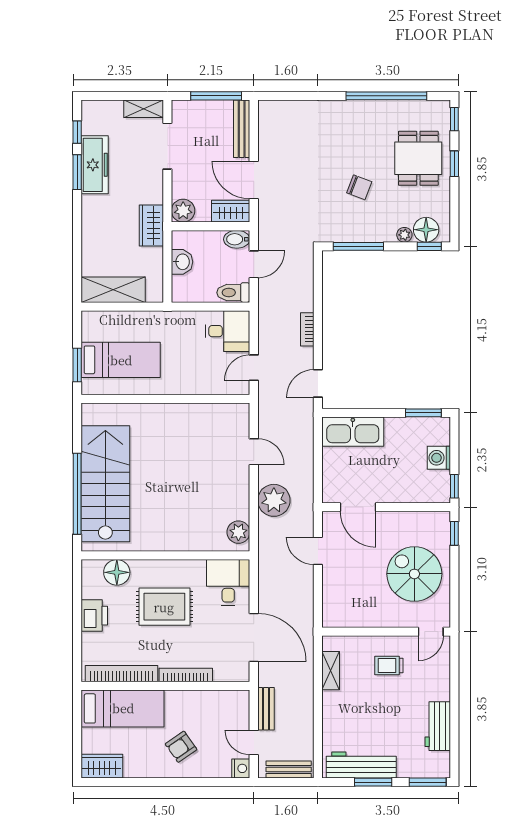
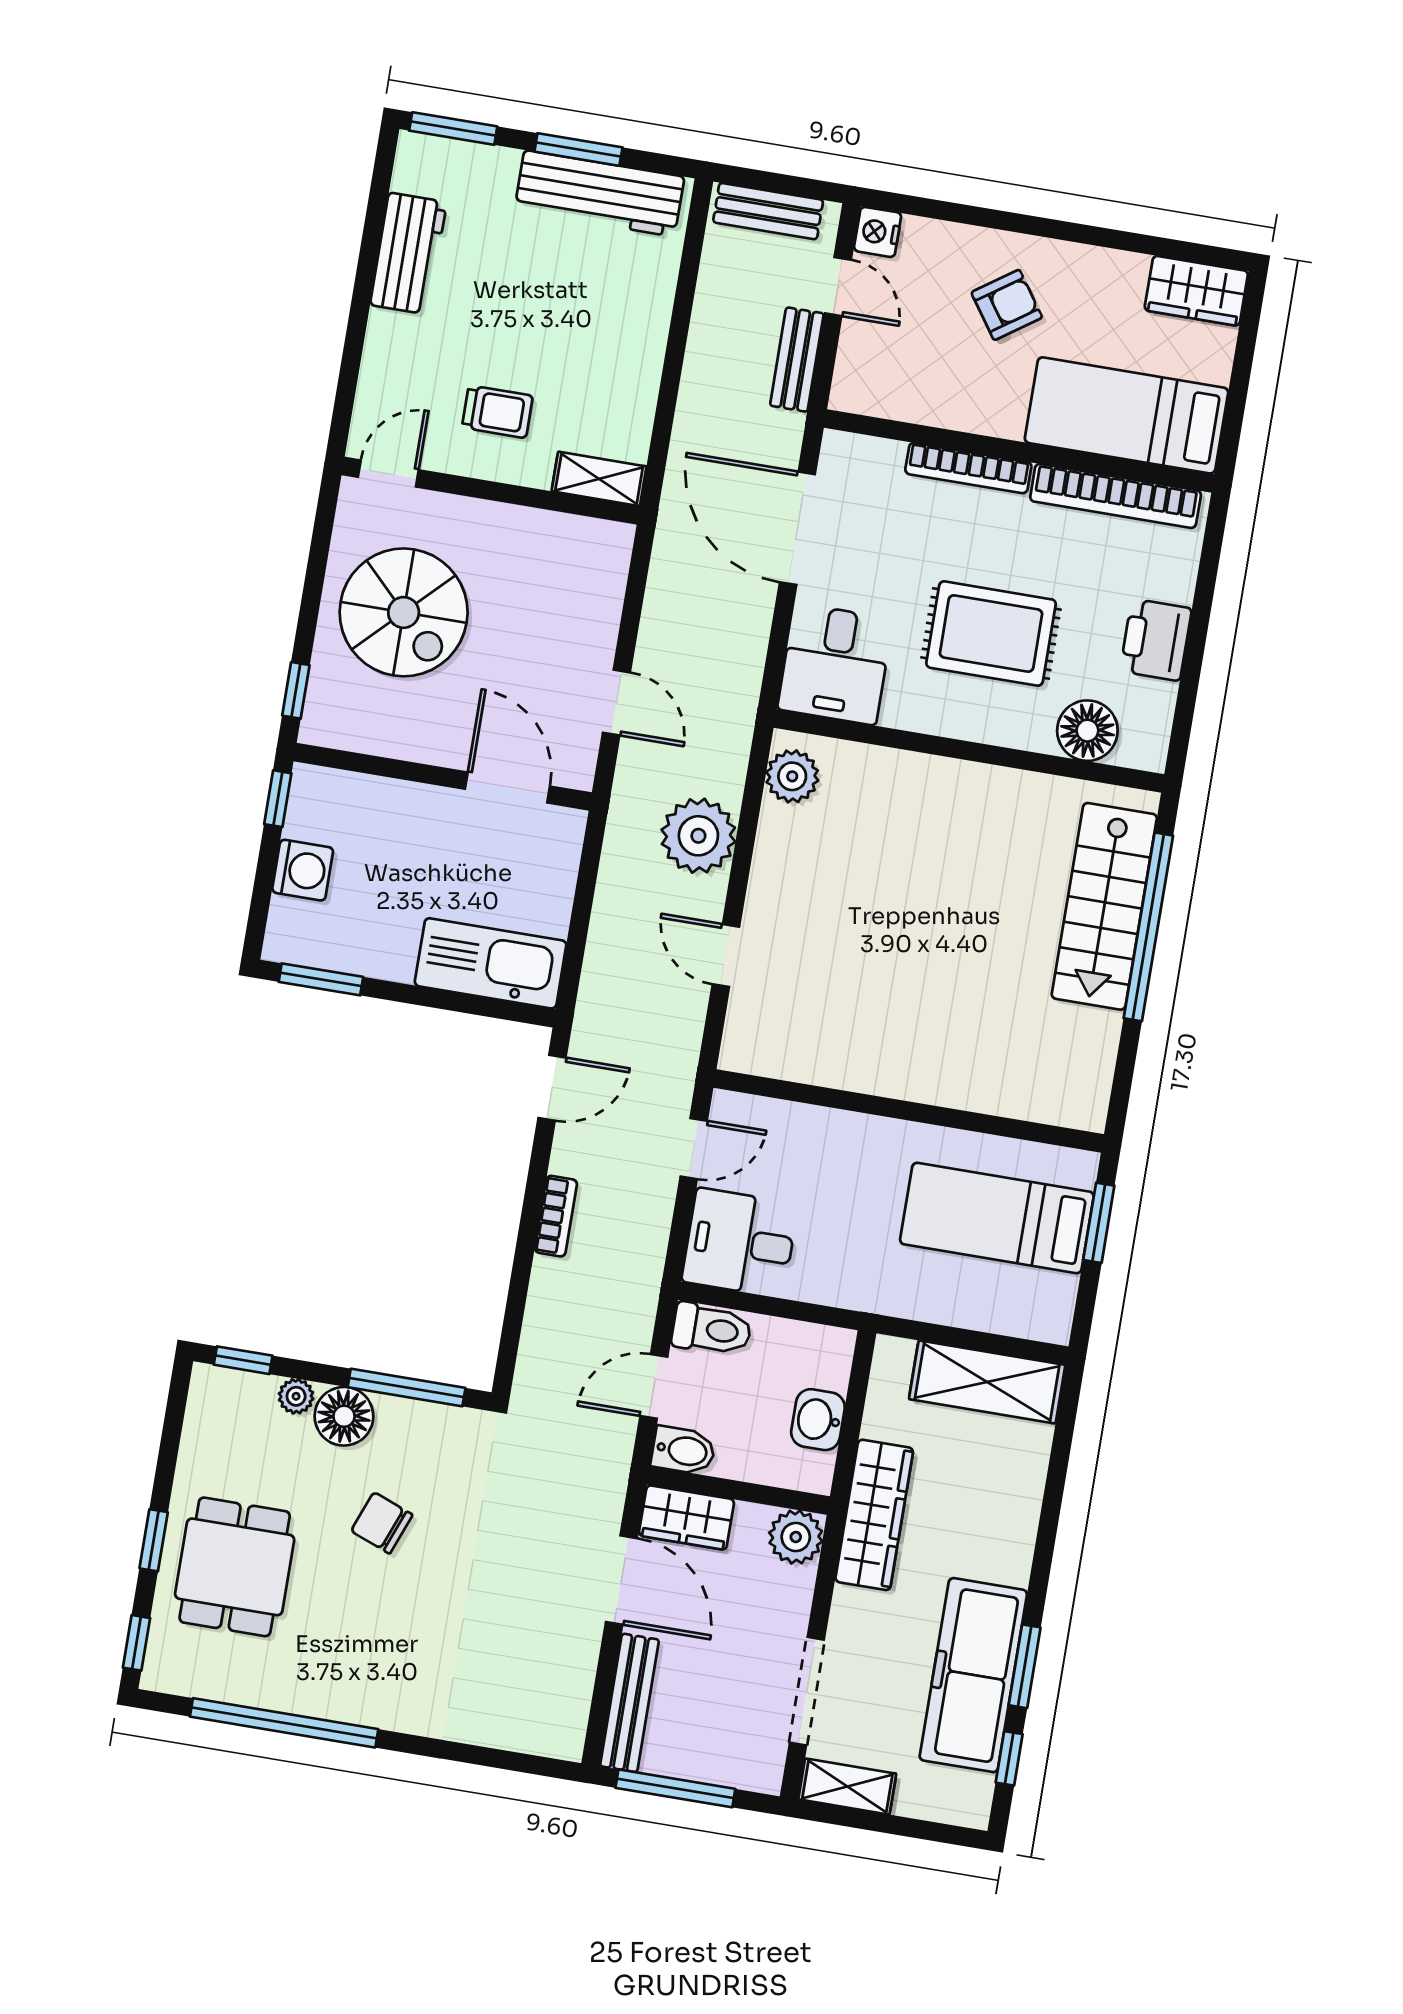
freezer: (95, 165) -> (973, 1675), width x1.36, depth x1.26
wardrobe: (151, 226) -> (874, 1515), width x1.50
floor lamp: (426, 230) -> (344, 1416), moved
stairs: (105, 484) -> (1104, 906), width x0.73, depth x0.66
shelving: (331, 671) -> (599, 479), moved, turned 90

